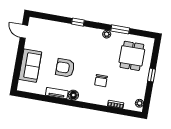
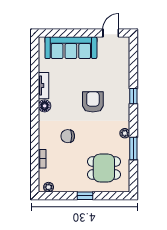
sofa: (30, 66) -> (71, 48), width x1.36
armchair: (65, 68) -> (93, 102), moved

